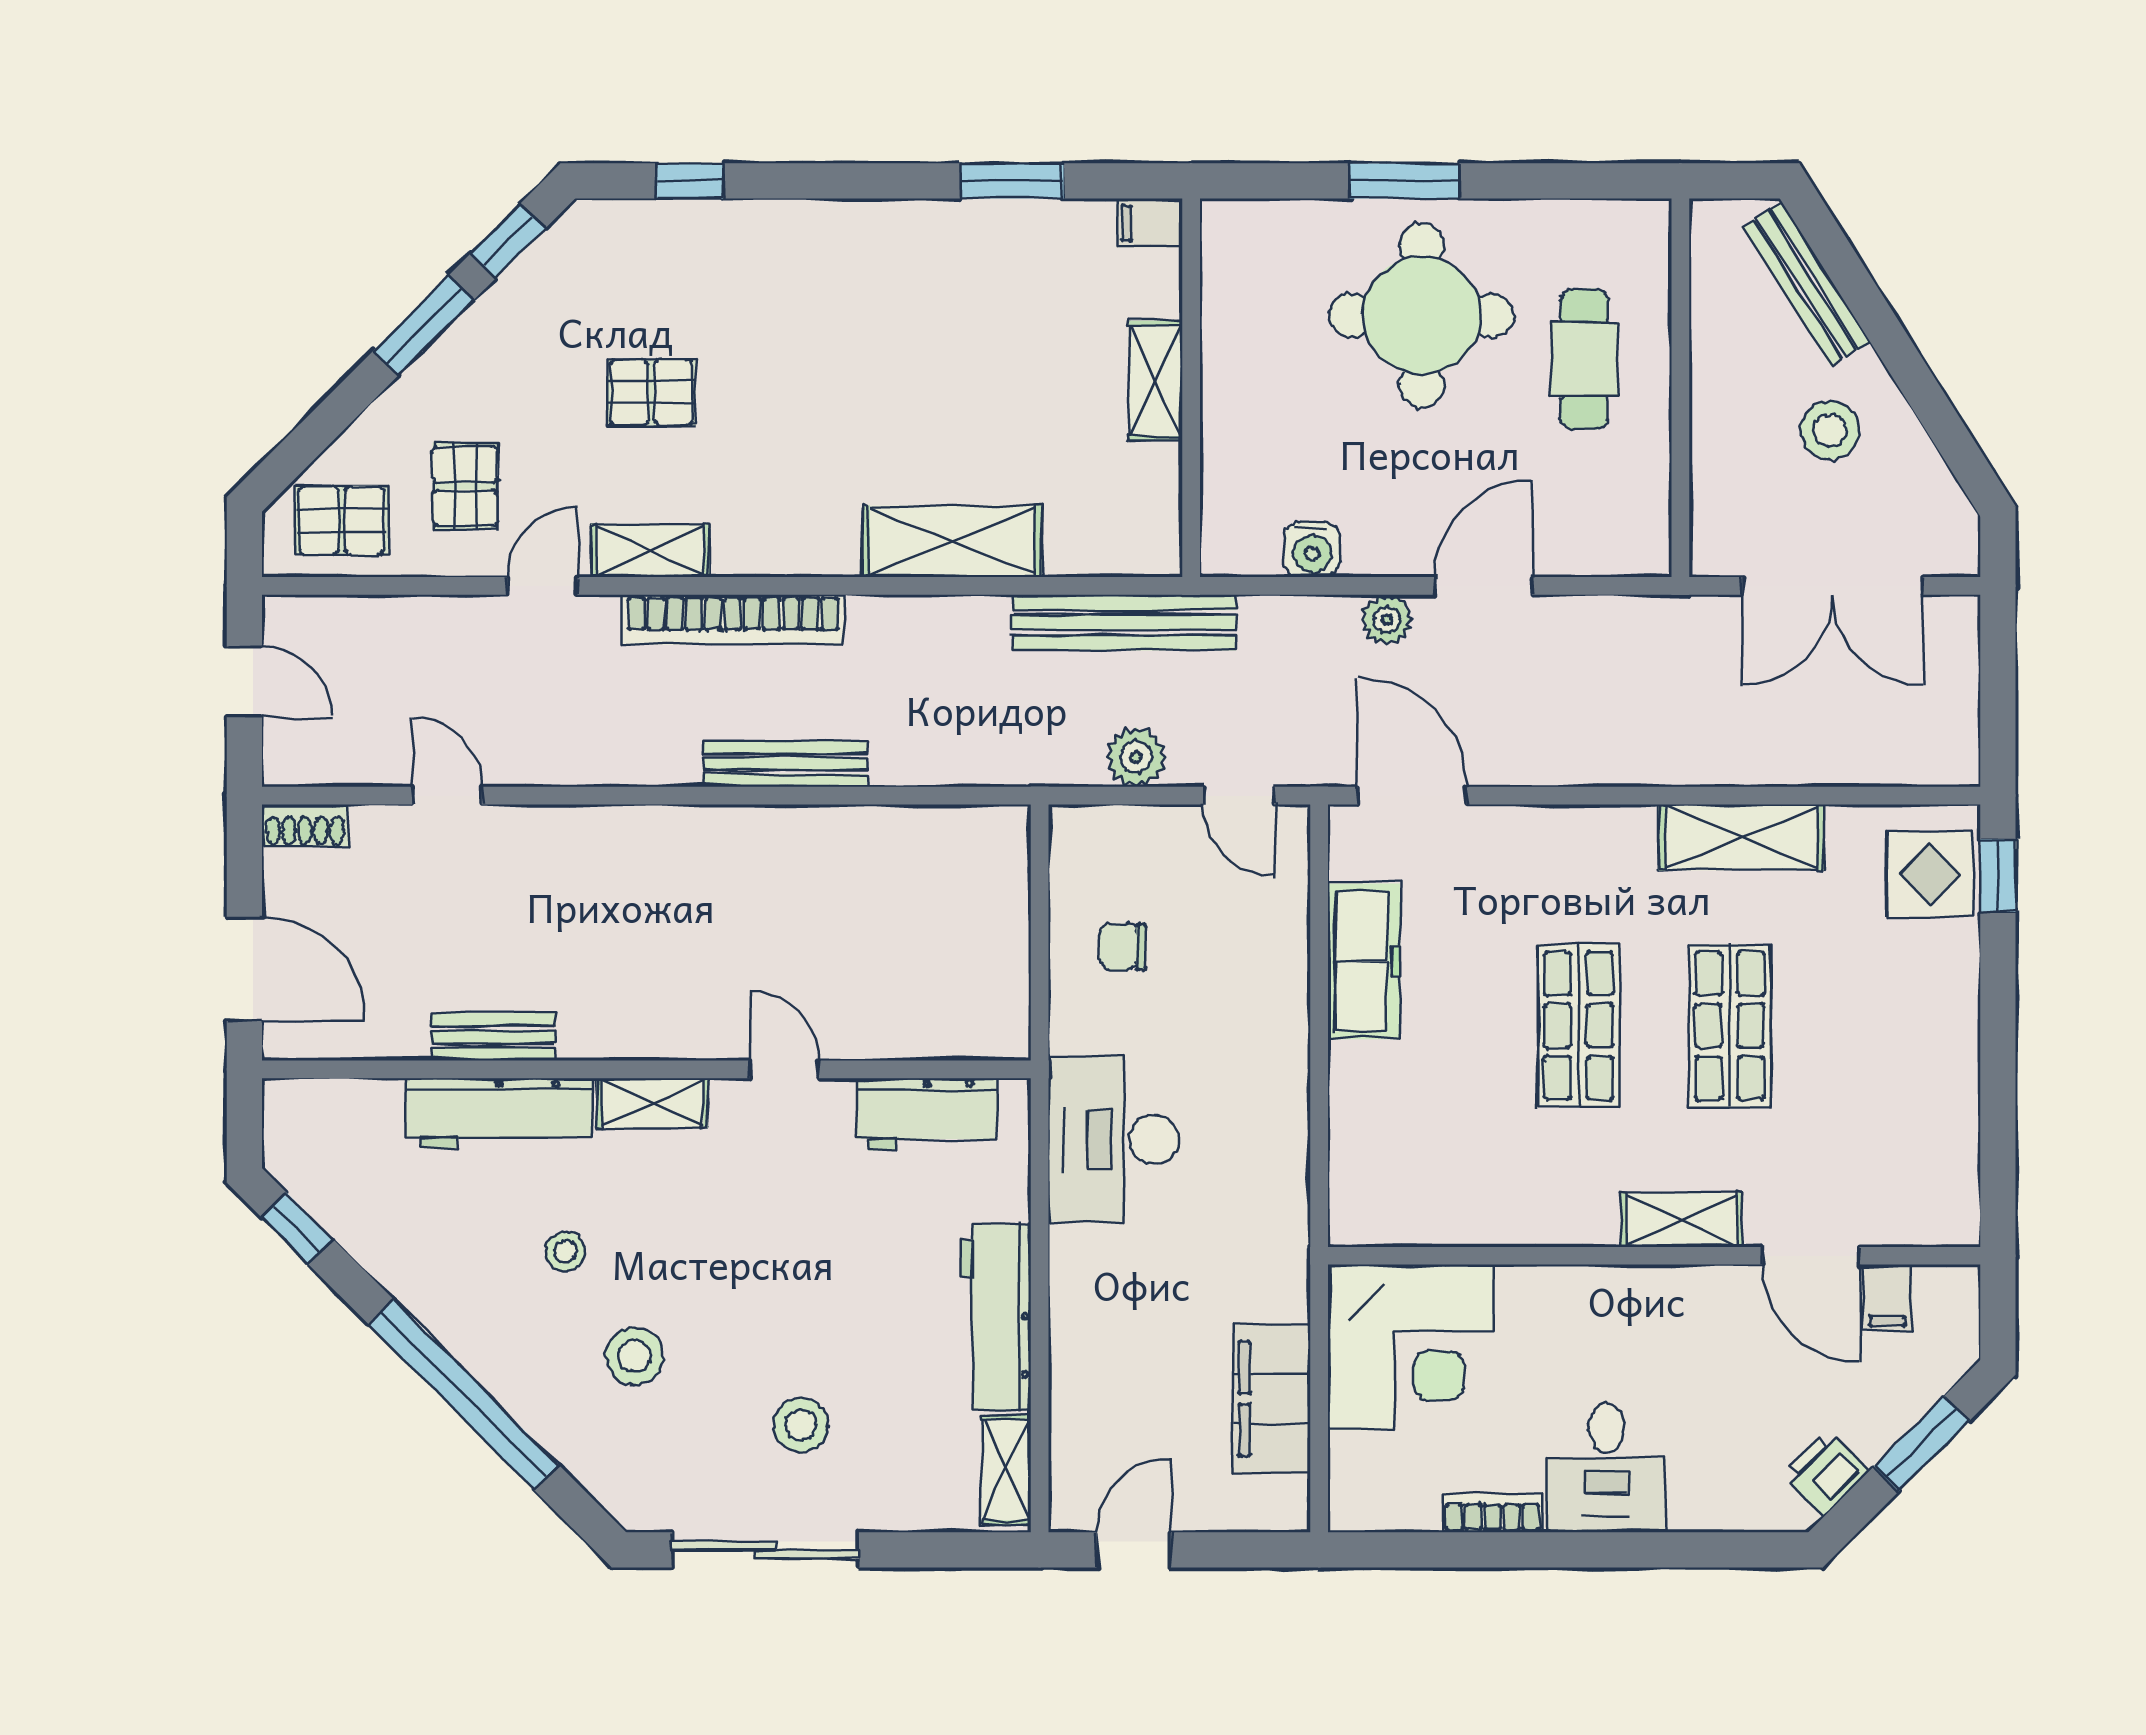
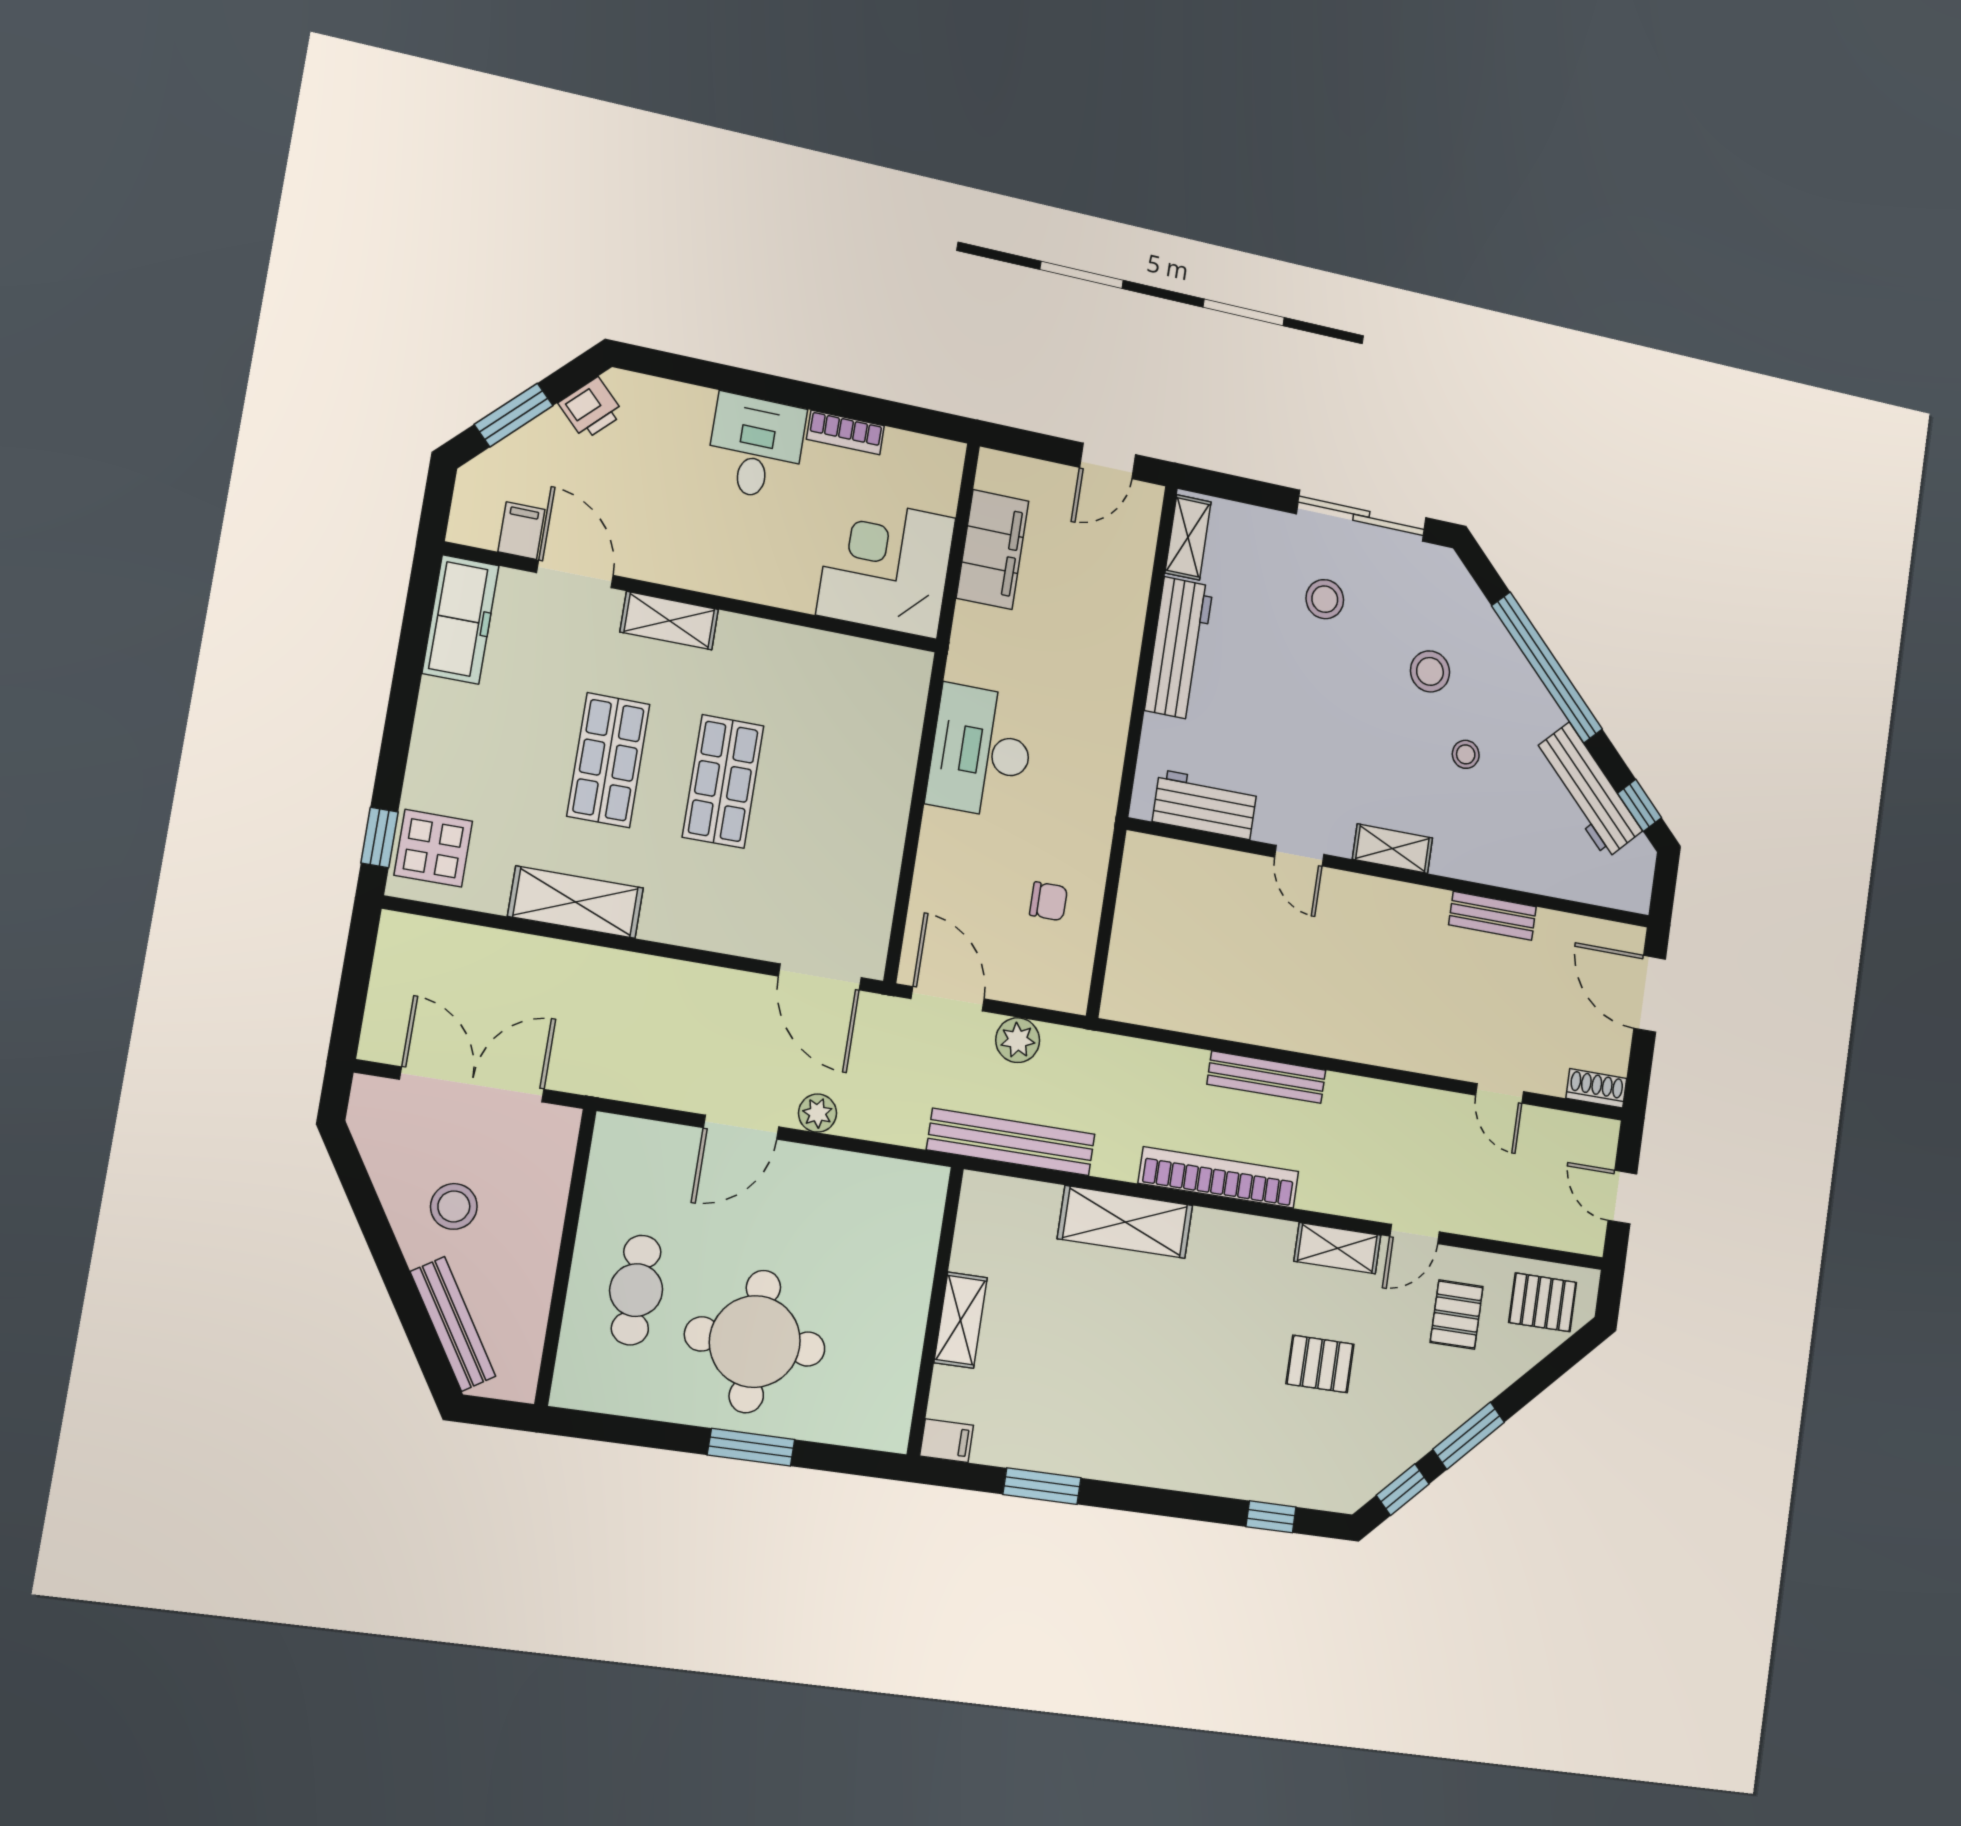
water cooler: (1312, 549) -> (865, 1175), removed
bookcase: (733, 620) -> (1219, 1177), moved
door: (1239, 796) -> (948, 999), width x1.38
freezer: (1364, 961) -> (461, 619), moved, turned 180
workbench: (499, 1113) -> (1588, 791), moved, turned -135
desk: (1114, 1139) -> (981, 751), moved, turned 180

